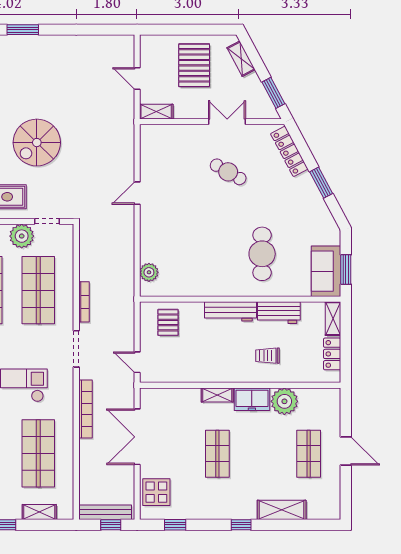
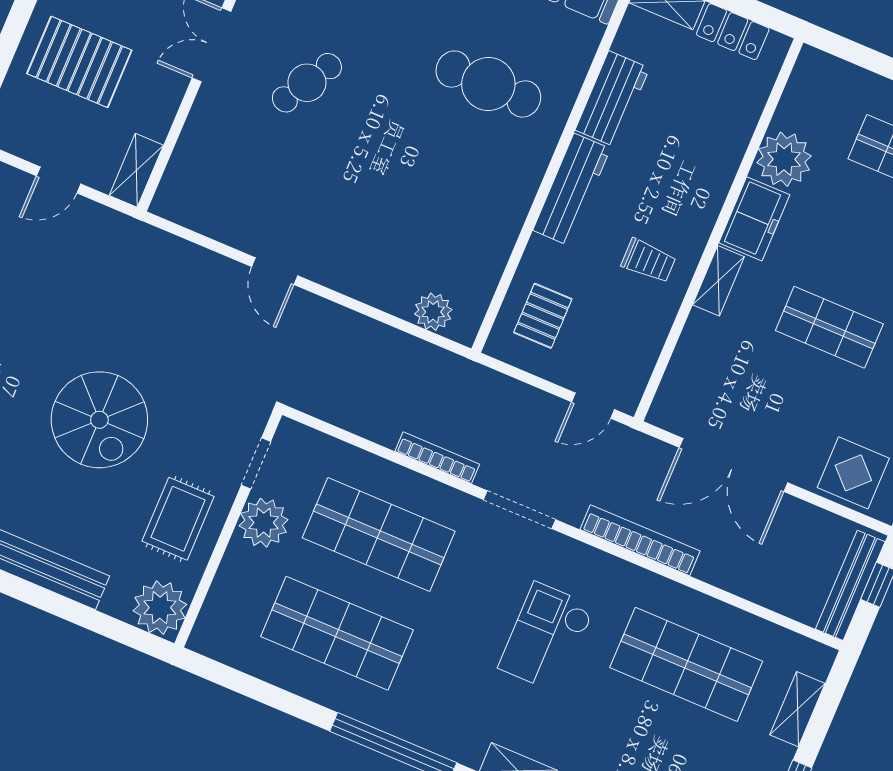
pallet: (168, 322) -> (543, 316), turned 90
trolley: (268, 356) -> (649, 261), moved, turned -90

